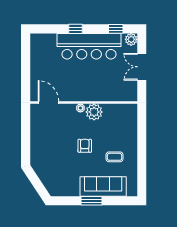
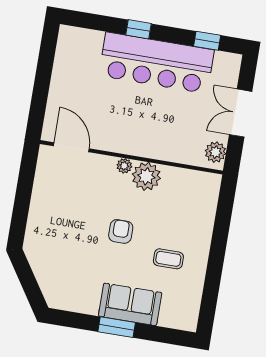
plant: (131, 39) -> (215, 152), moved
sofa: (103, 186) -> (130, 304), width x0.73

